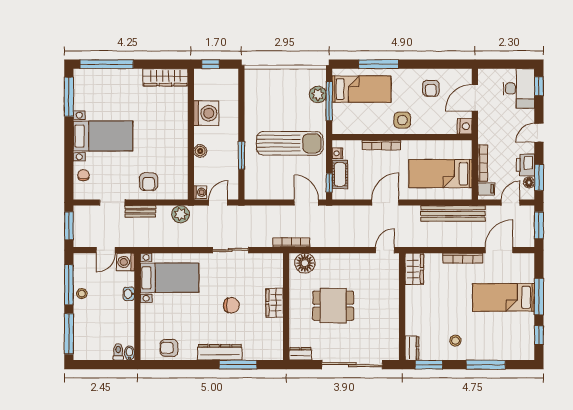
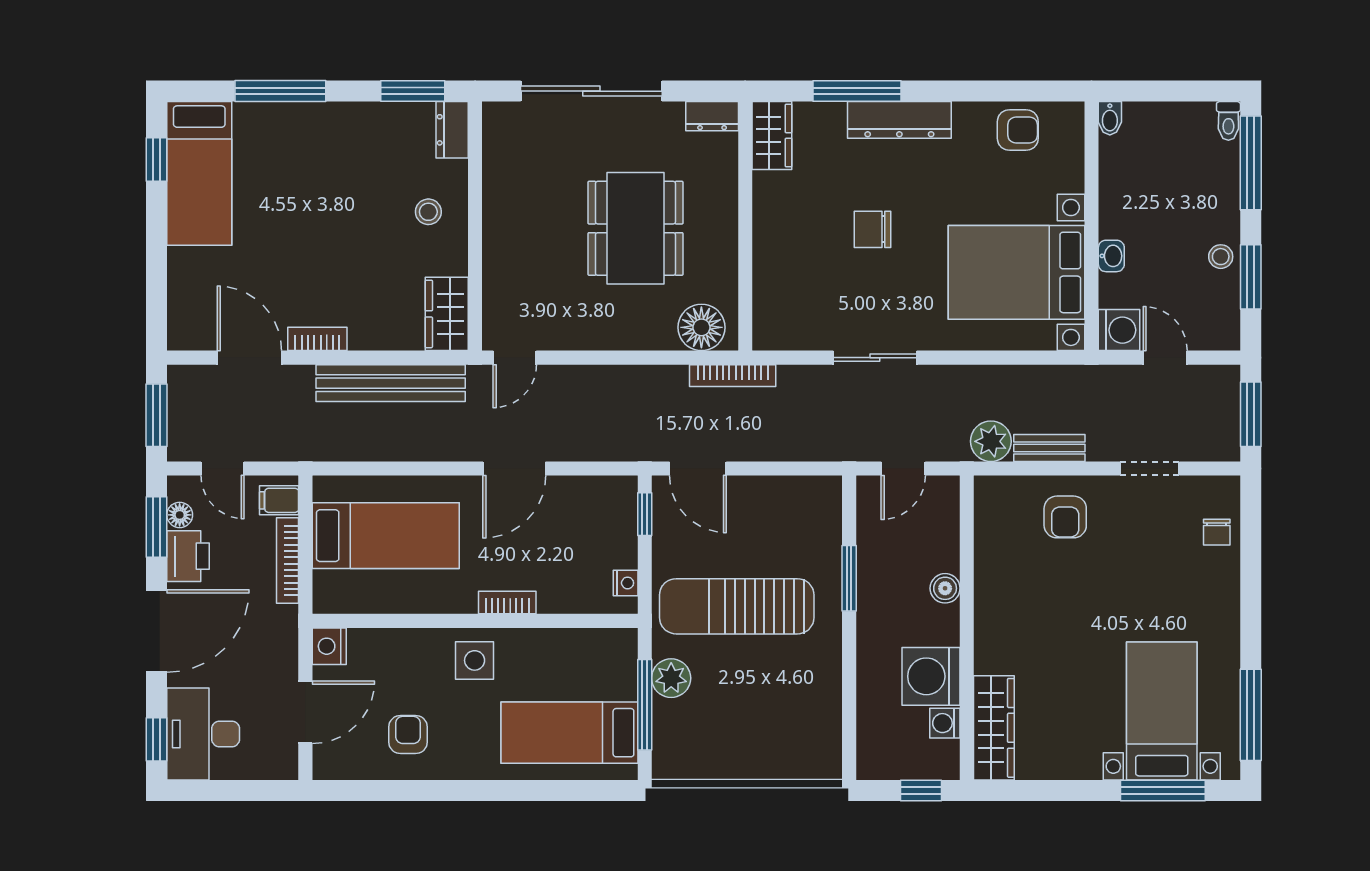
window: (107, 64) -> (1163, 791), width x0.68
window: (379, 64) -> (530, 791), removed
wardrobe: (165, 77) -> (994, 728), moved, turned 90
plant: (318, 94) -> (671, 678), moved
door: (539, 133) -> (156, 631), width x1.88
bed with nightstands: (103, 136) -> (1162, 711), moved, turned 90
bookcase: (381, 145) -> (507, 602), width x0.64
cot: (340, 174) -> (620, 534), removed
armchair: (149, 182) -> (1065, 517), turned 180
washing machine: (200, 192) -> (945, 723), moved
door: (511, 203) -> (223, 468), hinge flipped
bench: (140, 211) -> (1049, 448), moved
bench: (453, 213) -> (391, 383), moved
door: (106, 250) -> (1165, 358), hinge flipped
door: (499, 250) -> (249, 358), swing flipped
bookcase: (463, 258) -> (317, 339), width x0.64
bed with nightstands: (170, 278) -> (1017, 272), width x1.36
window: (69, 285) -> (1251, 277), width x0.69
bed: (504, 297) -> (199, 173), moved, turned 90
window: (539, 297) -> (156, 250), removed
wardrobe: (275, 303) -> (772, 136), moved
dining table: (333, 306) -> (635, 228), width x1.38
stool: (455, 341) -> (428, 212), moved
toilet: (118, 352) -> (1228, 121), moved

